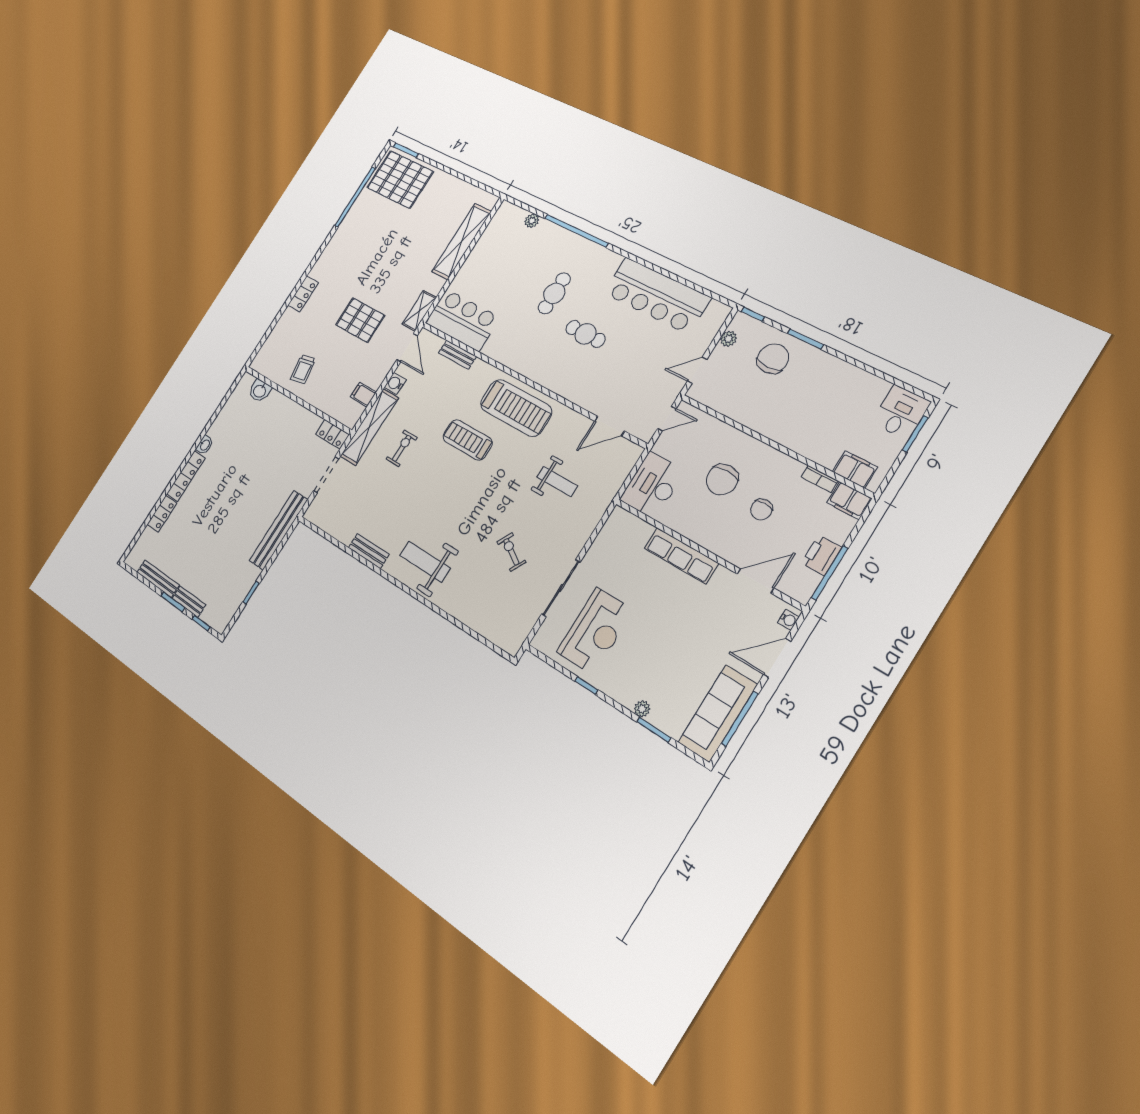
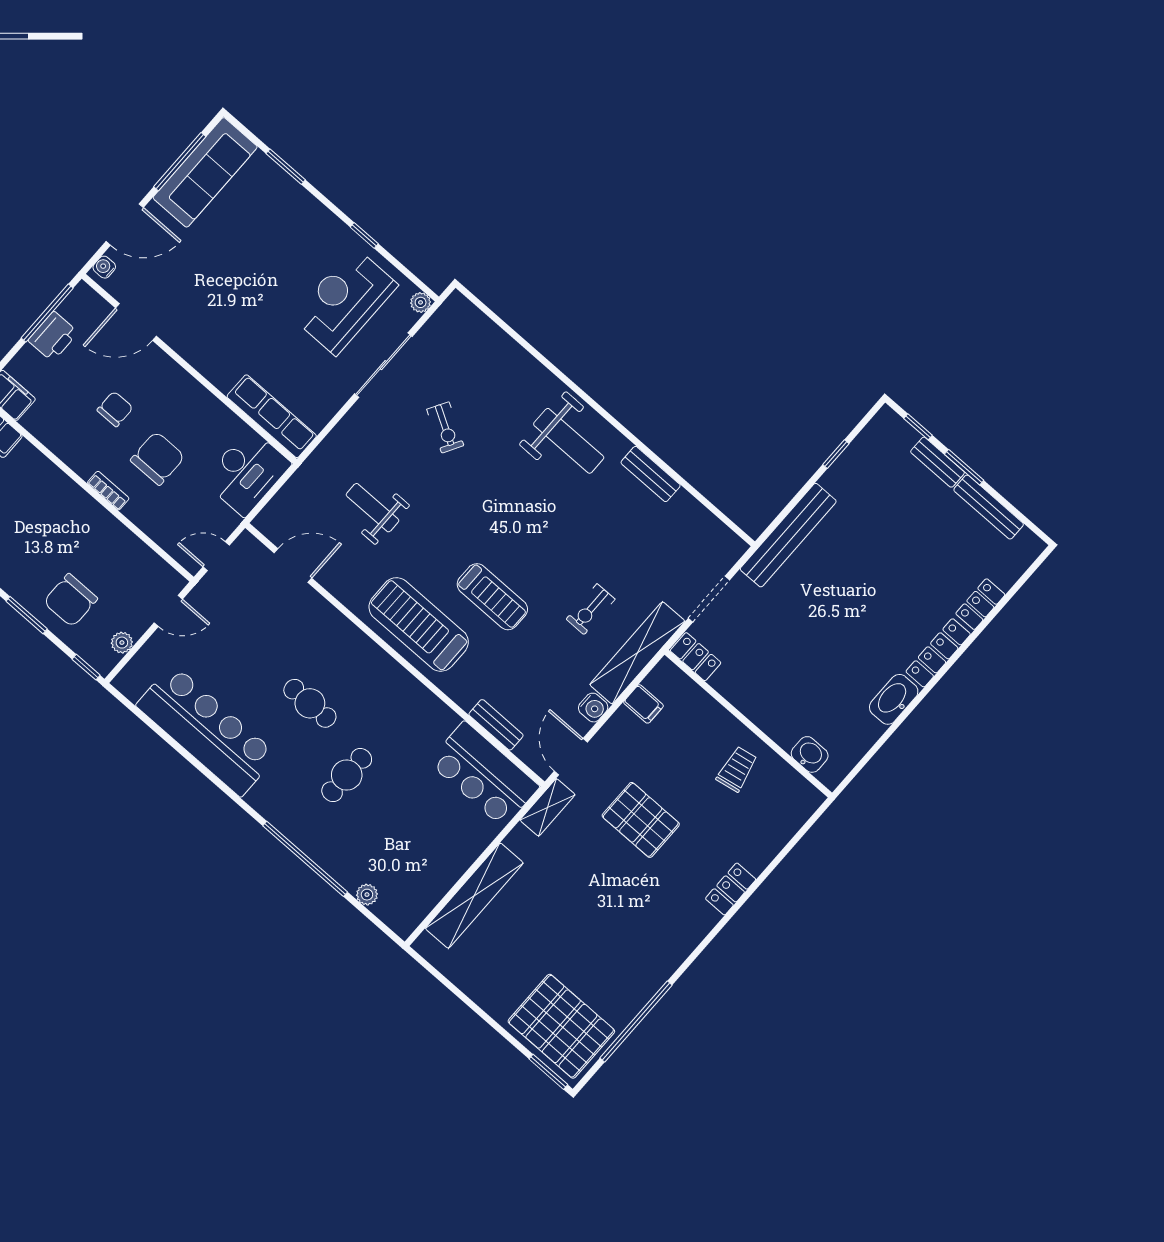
washbasin: (205, 445) -> (894, 699), width x1.91, depth x1.45
bookcase: (819, 479) -> (108, 491), moved
row of seats: (681, 556) -> (272, 416), moved
plant: (642, 709) -> (421, 302), moved

